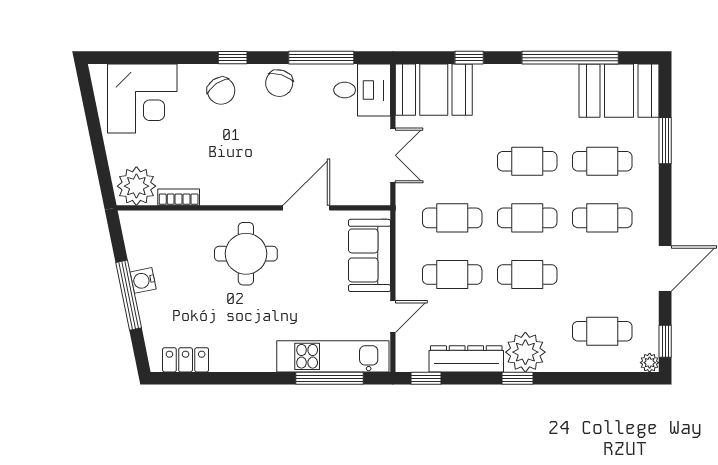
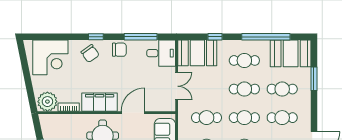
chair: (279, 83) -> (119, 50), turned -107
cafe table: (527, 105) -> (244, 60), added
filing cabinet: (240, 187) -> (100, 102), added

